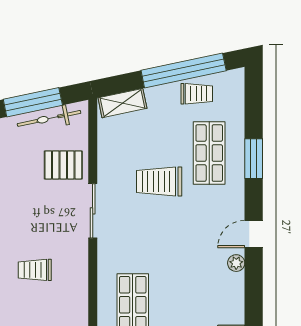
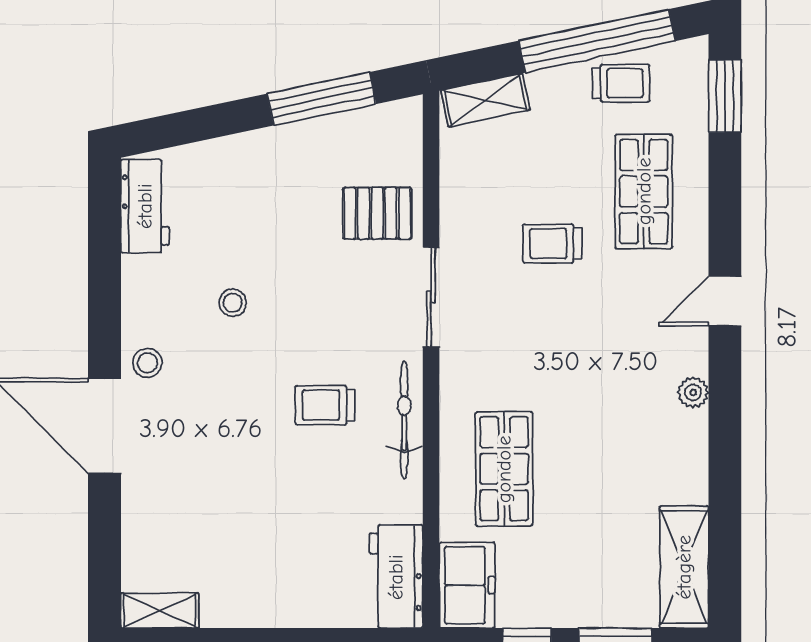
bicycle: (49, 118) -> (404, 420), moved, turned 102
window: (254, 159) -> (725, 96), moved
trolley: (159, 182) -> (552, 244), width x0.73, depth x0.72
door: (254, 234) -> (725, 301), moved

